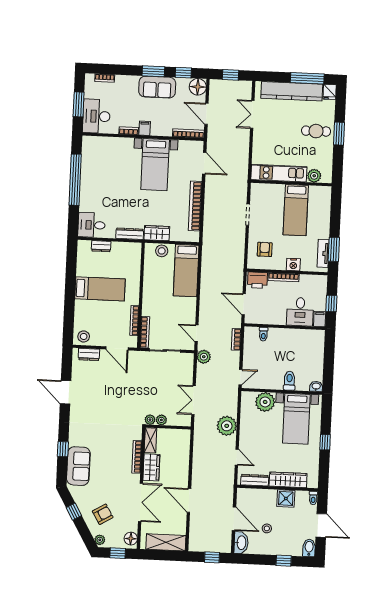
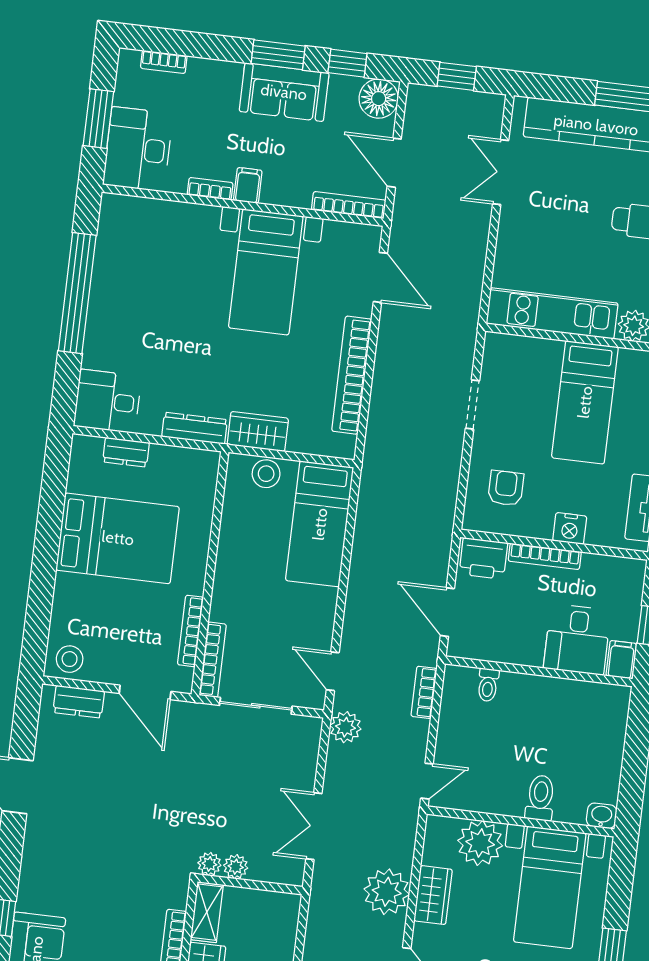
bed: (100, 289) -> (118, 538), width x1.50
wardrobe: (247, 426) -> (433, 895), added

